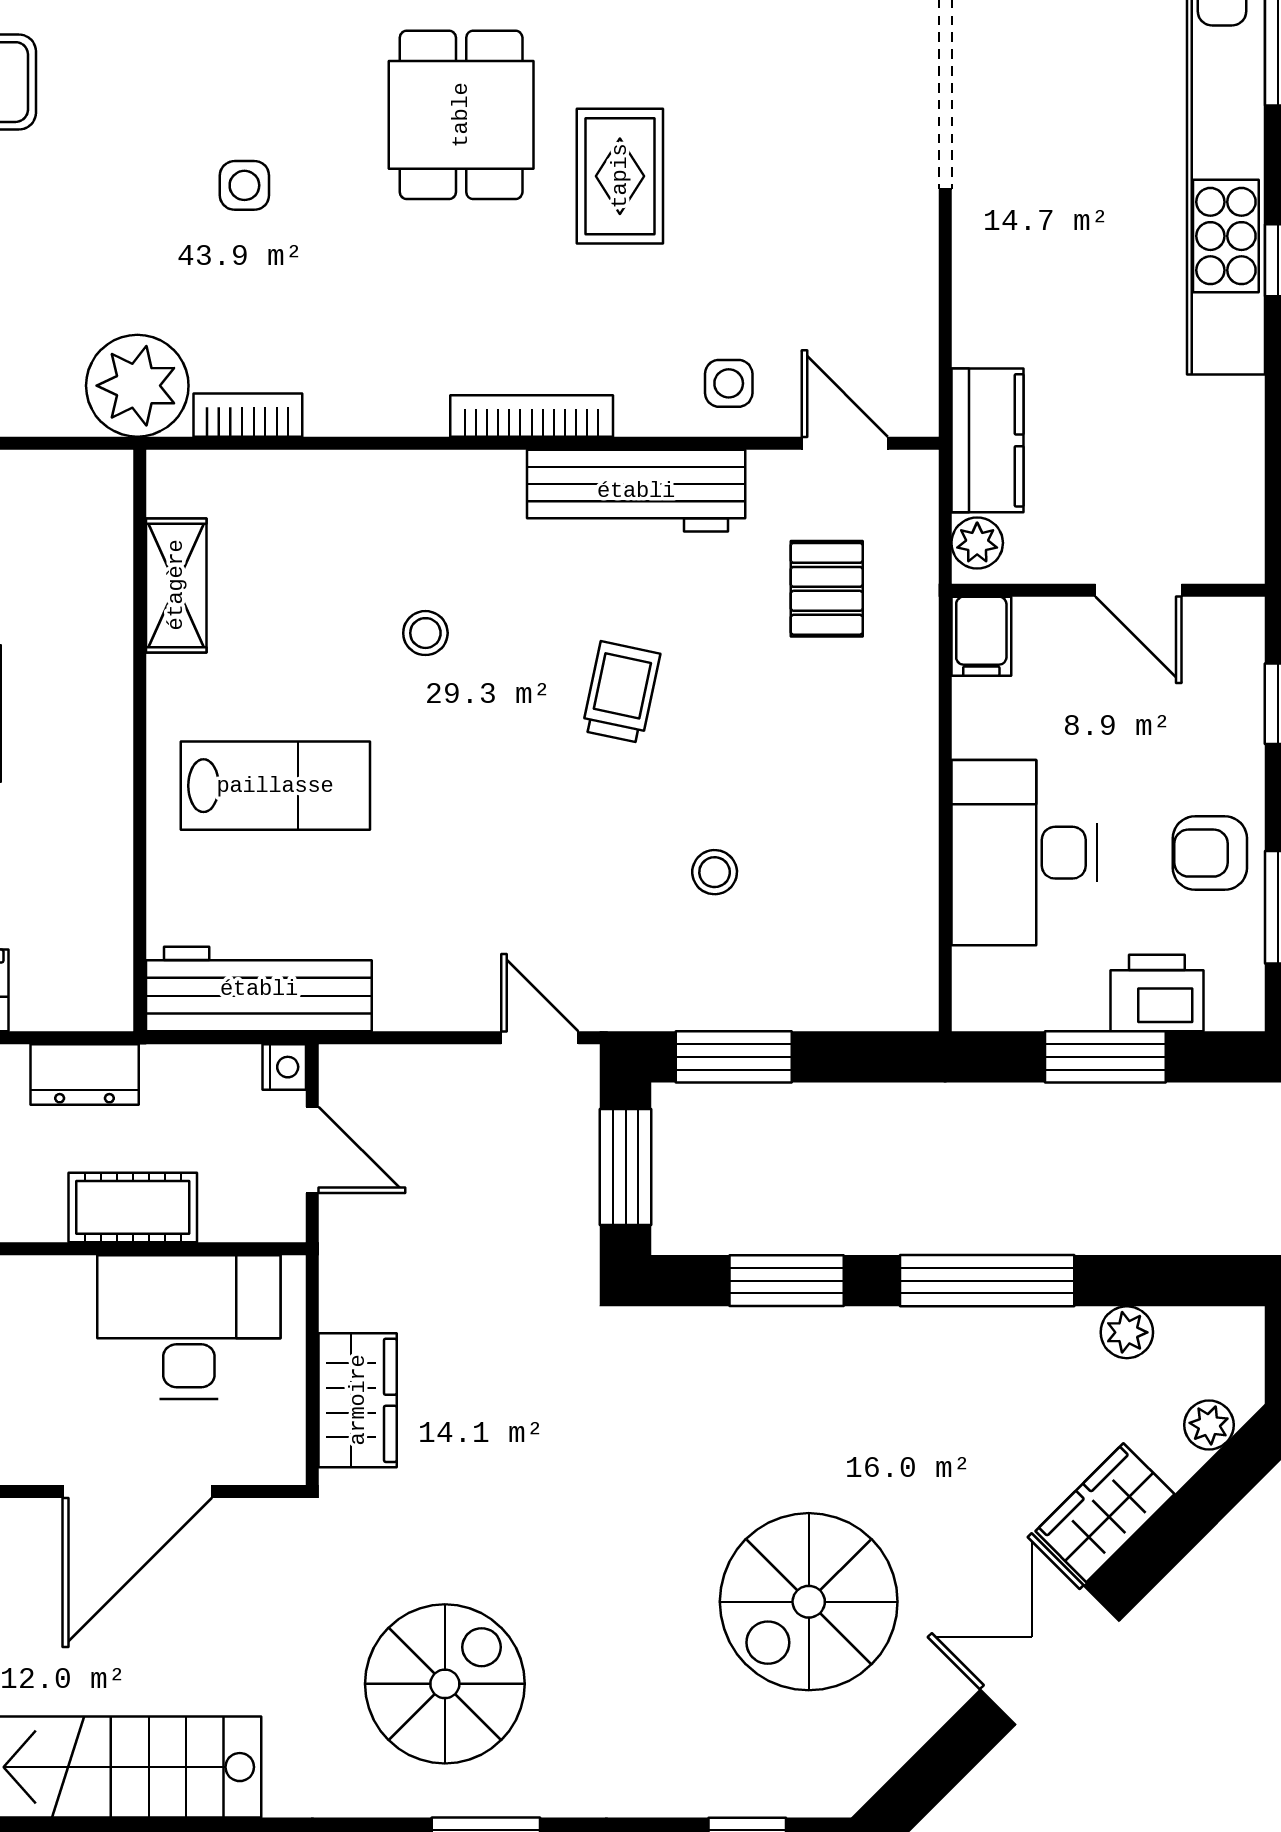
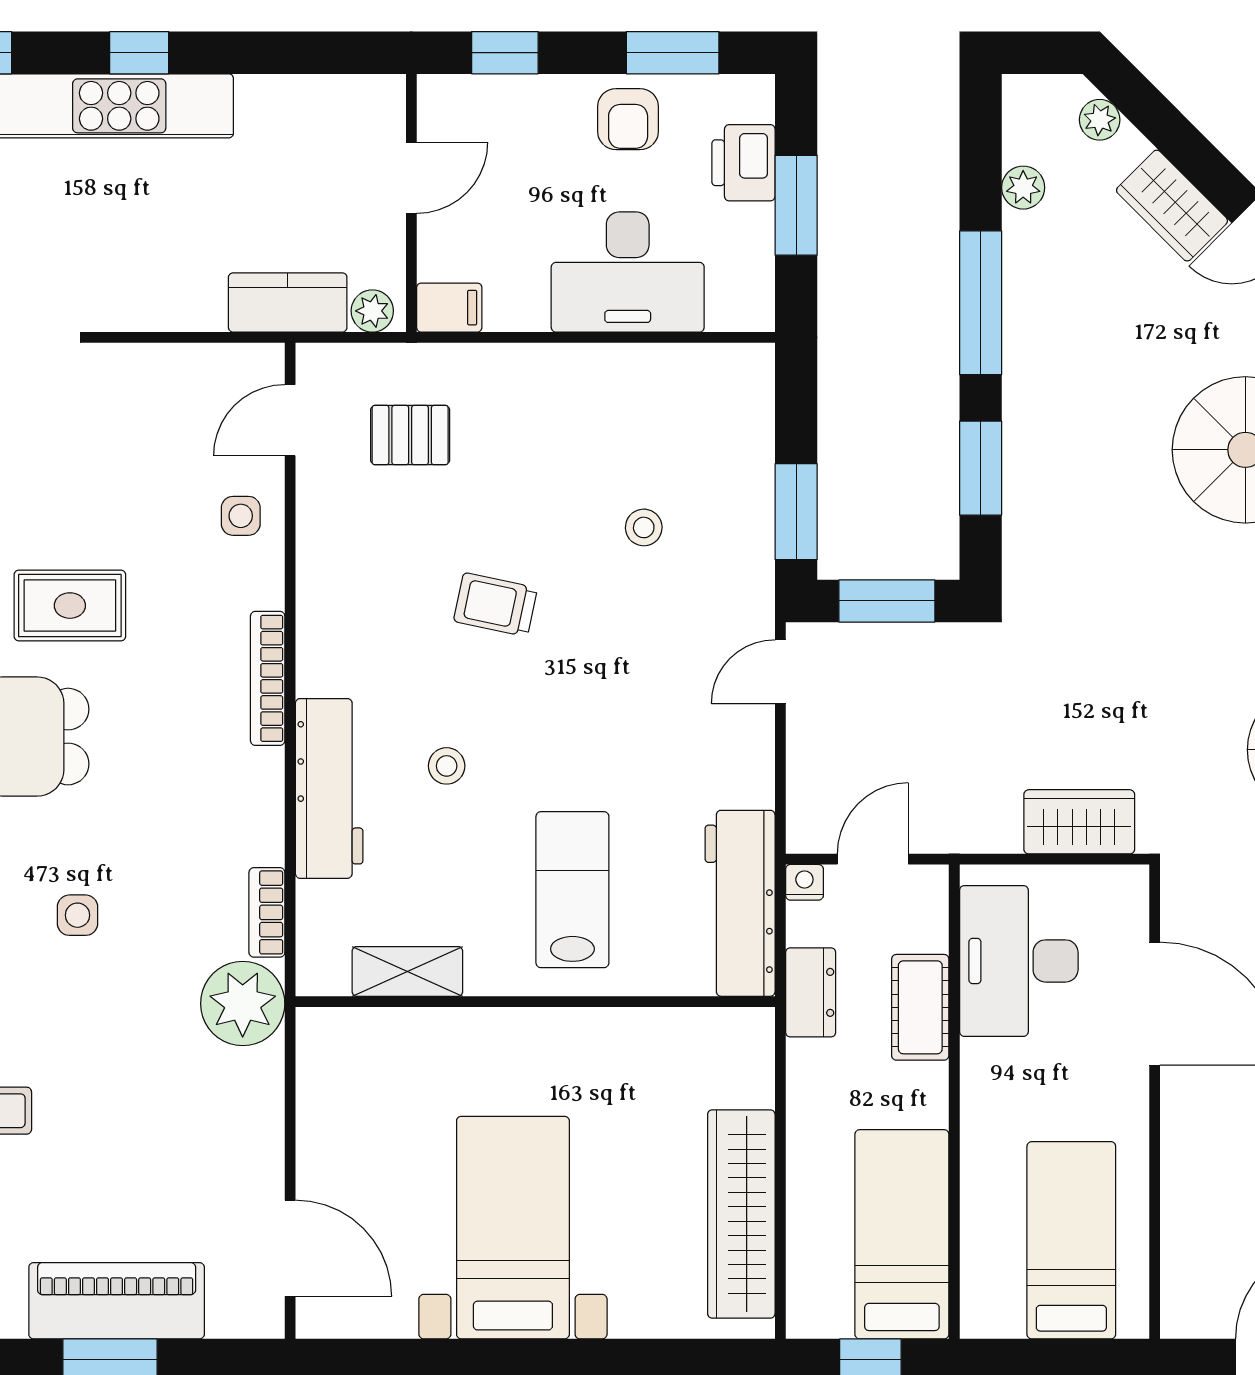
workbench: (636, 491) -> (329, 788), moved
dresser: (85, 1075) -> (811, 992), moved

